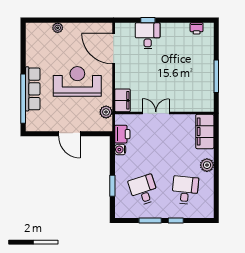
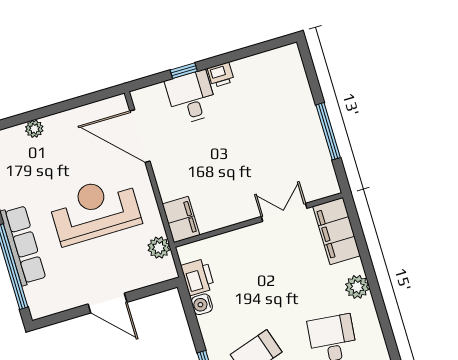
printer: (197, 28) -> (221, 75), moved
double door: (156, 113) -> (284, 212), moved

